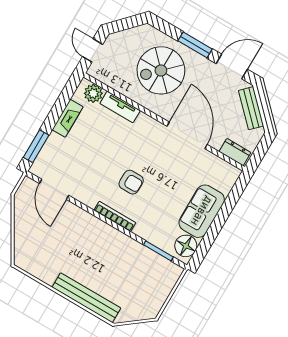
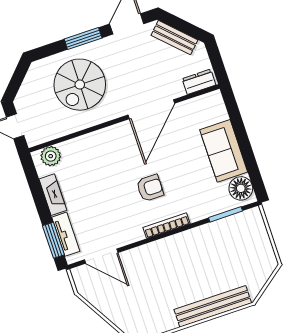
tv unit: (120, 107) -> (66, 234), moved, turned -90
door: (187, 135) -> (151, 109), swing flipped

